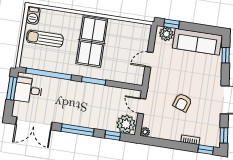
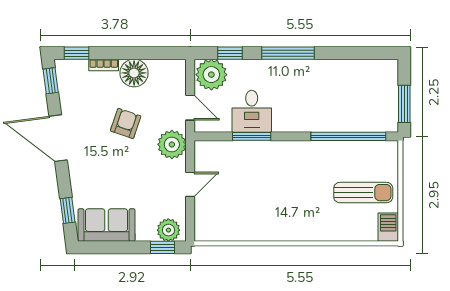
table tennis table: (92, 42) -> (287, 199), removed
sofa: (197, 42) -> (107, 225), width x0.73
window: (94, 81) -> (252, 136), moved
desk: (28, 90) -> (252, 111), moved, turned 90
double door: (34, 123) -> (360, 53), removed
plant: (145, 132) -> (172, 144), moved, width x1.88, depth x1.88
floor lamp: (173, 132) -> (134, 73), added

